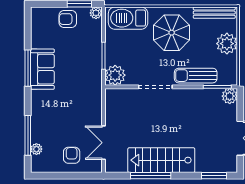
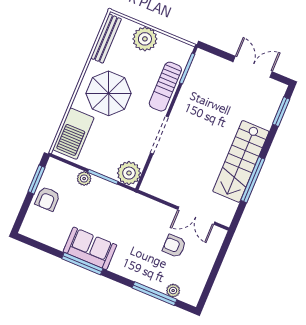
plant: (96, 13) -> (84, 179), moved
plant: (230, 96) -> (203, 59), removed
armchair: (72, 155) -> (174, 246), moved

